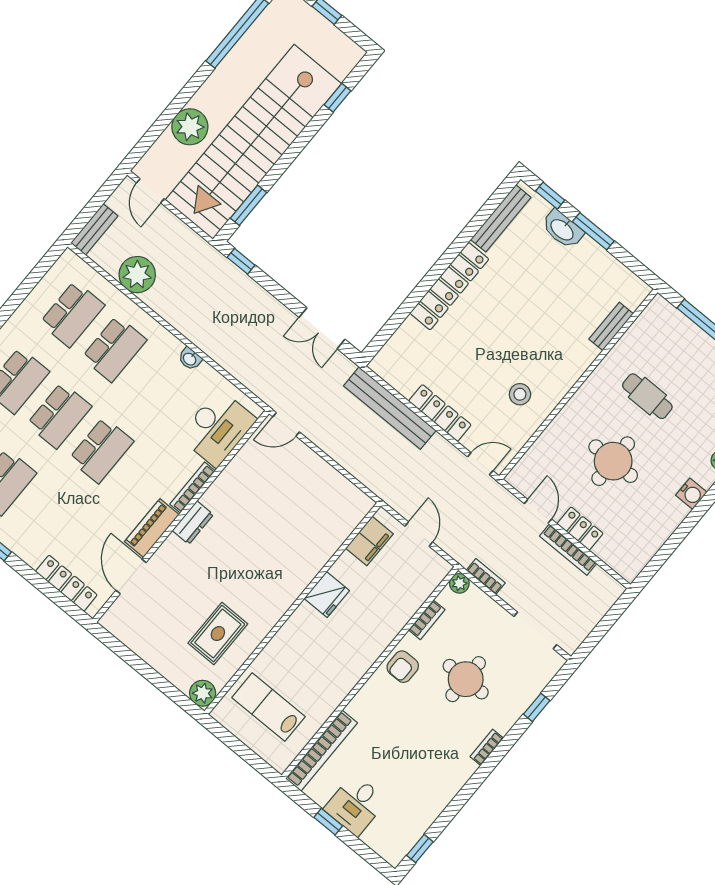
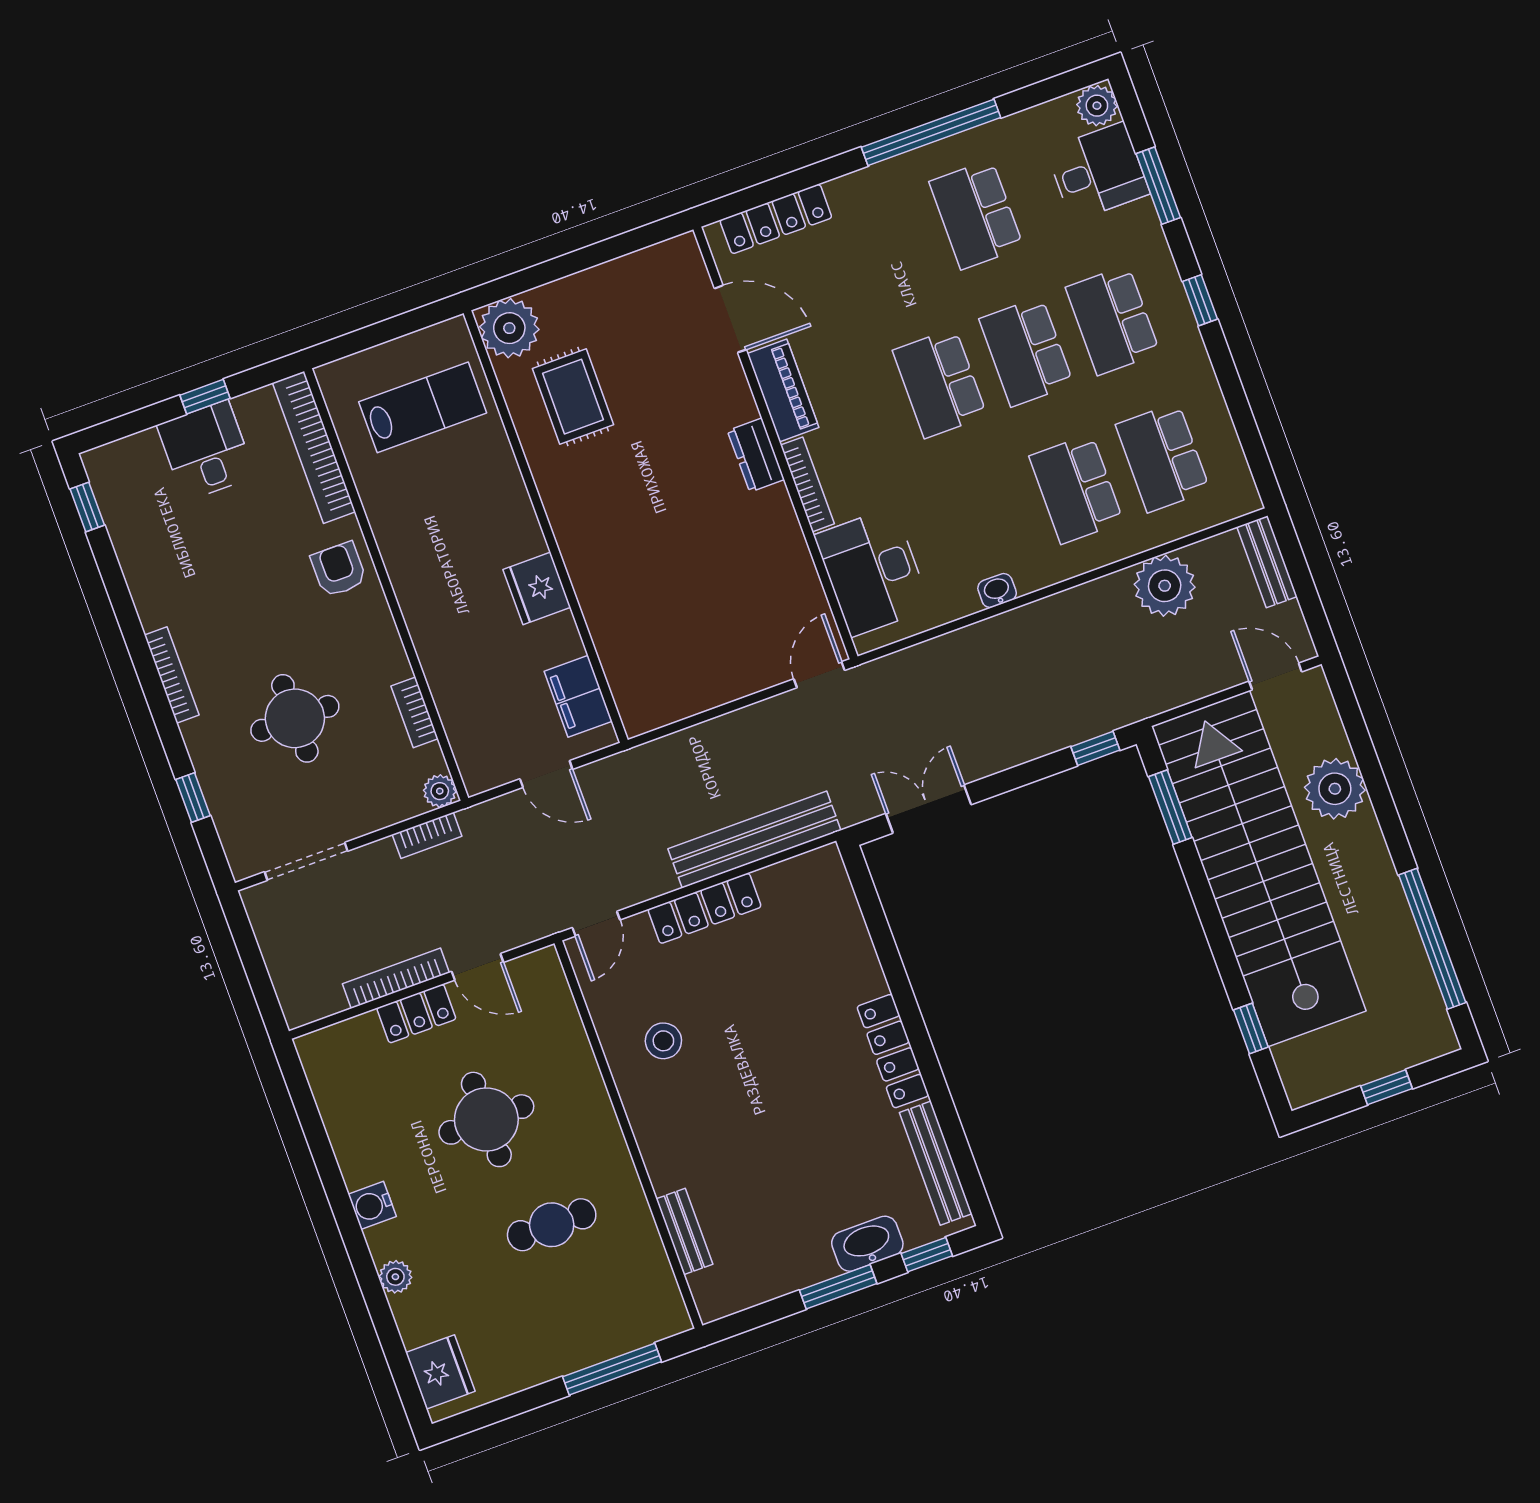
locker: (449, 286) -> (893, 1051), width x0.71, depth x0.83
armchair: (403, 667) -> (339, 569), moved
plant: (203, 693) -> (509, 328), width x1.36, depth x1.36
bookcase: (487, 747) -> (172, 675), width x1.56

